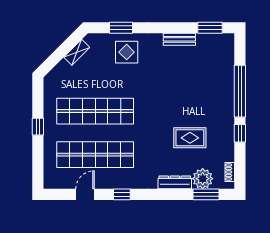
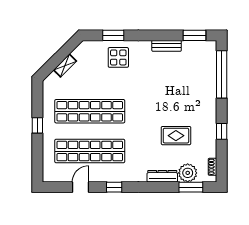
shelving: (77, 52) -> (65, 66), moved
window: (240, 91) -> (222, 74), moved

